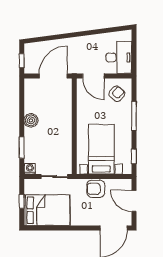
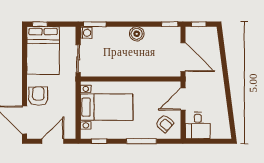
desk: (119, 57) -> (198, 126), width x0.73
window: (22, 89) -> (170, 24), added
window: (22, 147) -> (95, 24), moved
armchair: (96, 189) -> (38, 96), moved
window: (22, 202) -> (40, 24), moved

